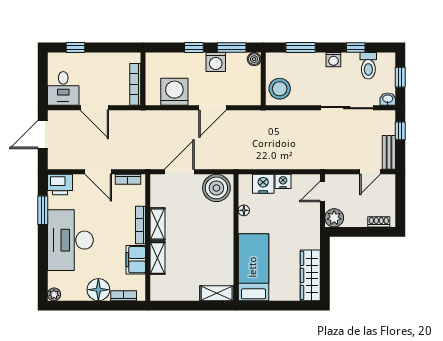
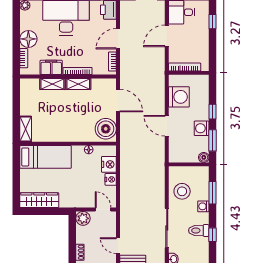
washing machine: (333, 60) -> (203, 206), moved
toilet: (368, 66) -> (199, 230), moved
stool: (280, 89) -> (182, 191), moved

